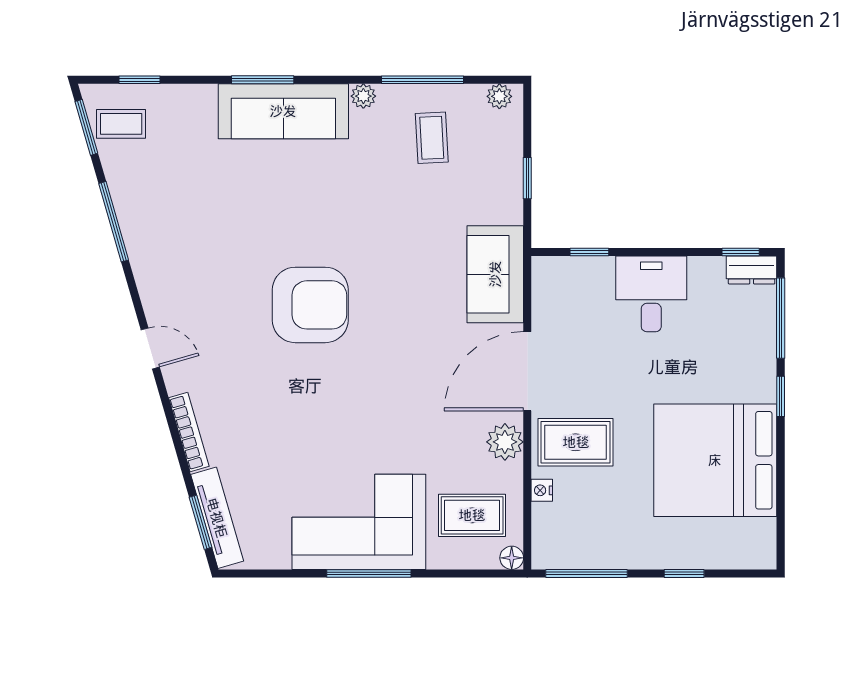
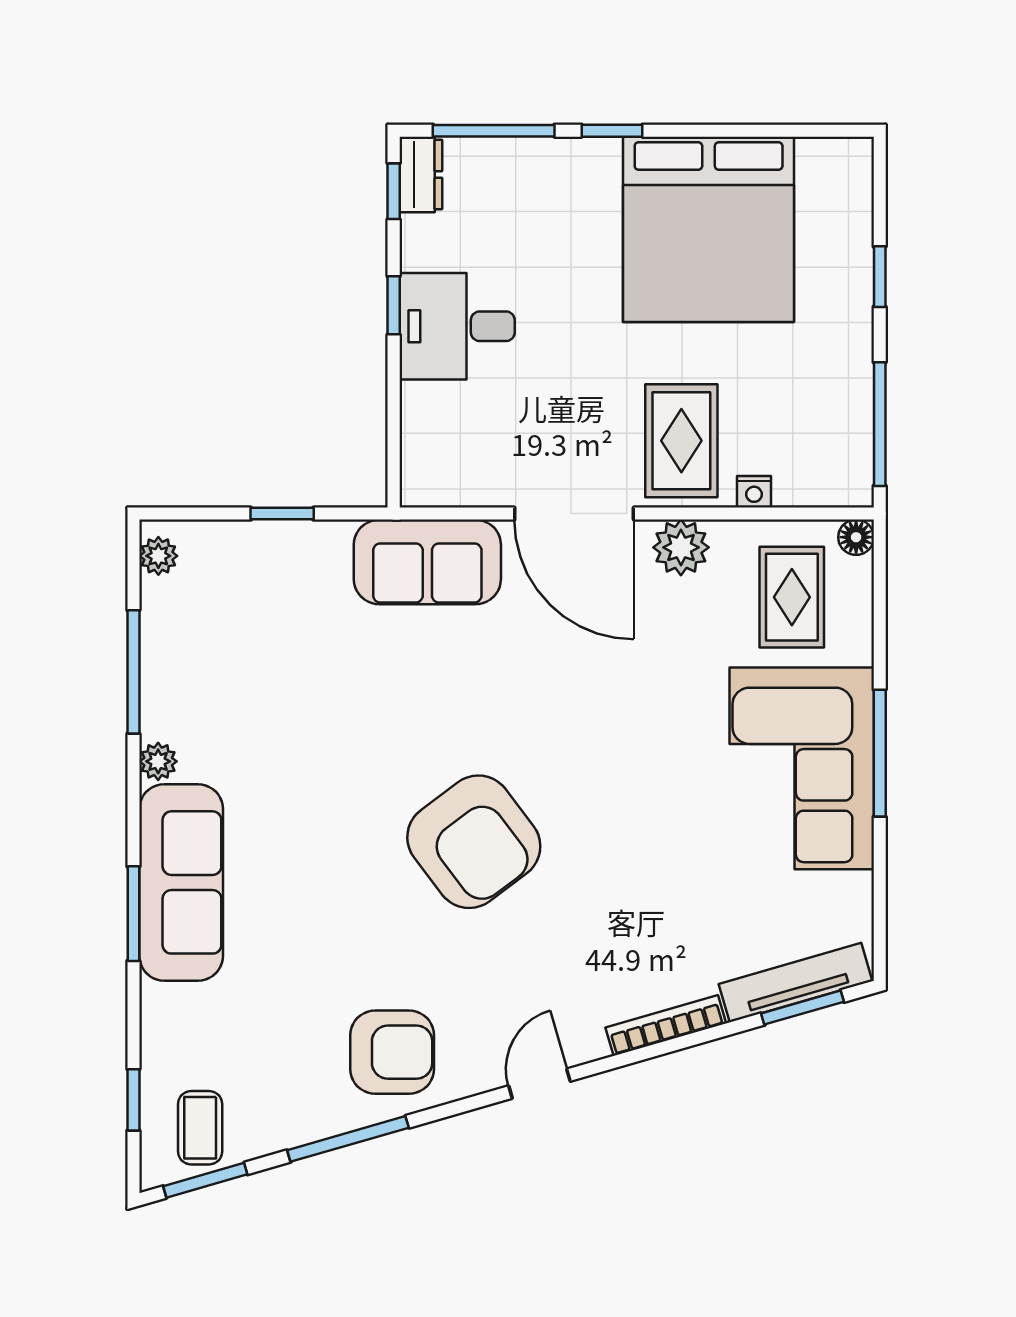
coffee table: (432, 138) -> (221, 658), removed
armchair: (171, 251) -> (392, 1052), added
window: (589, 252) -> (394, 305), moved
armchair: (310, 305) -> (474, 842), turned 143

